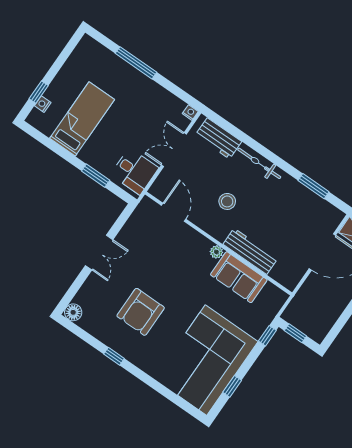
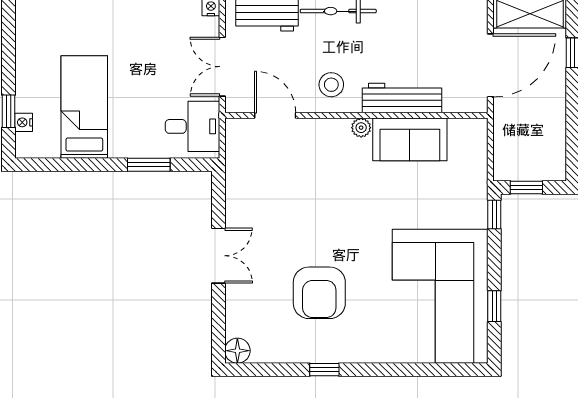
door: (174, 212) -> (275, 115), moved
wall: (218, 243) -> (356, 115), moved
workbench: (250, 251) -> (402, 98), moved
plant: (216, 252) -> (361, 128), moved
sofa: (239, 277) -> (410, 139), moved

